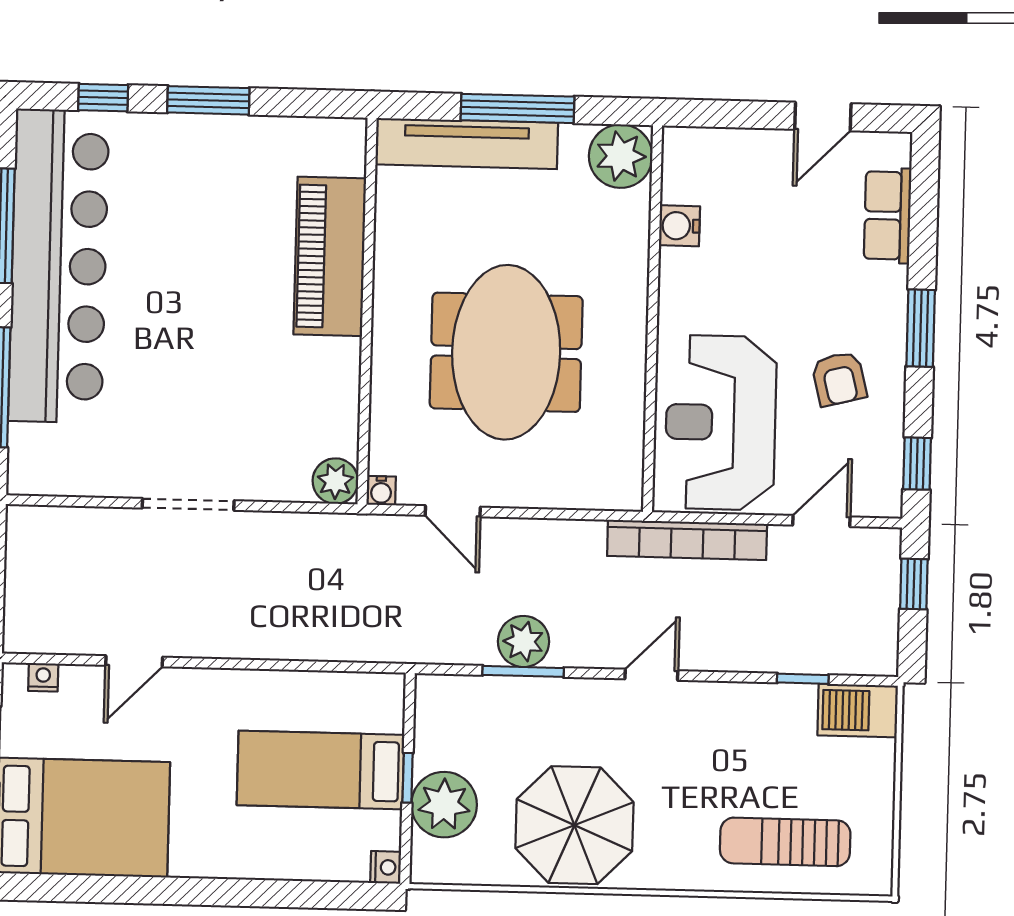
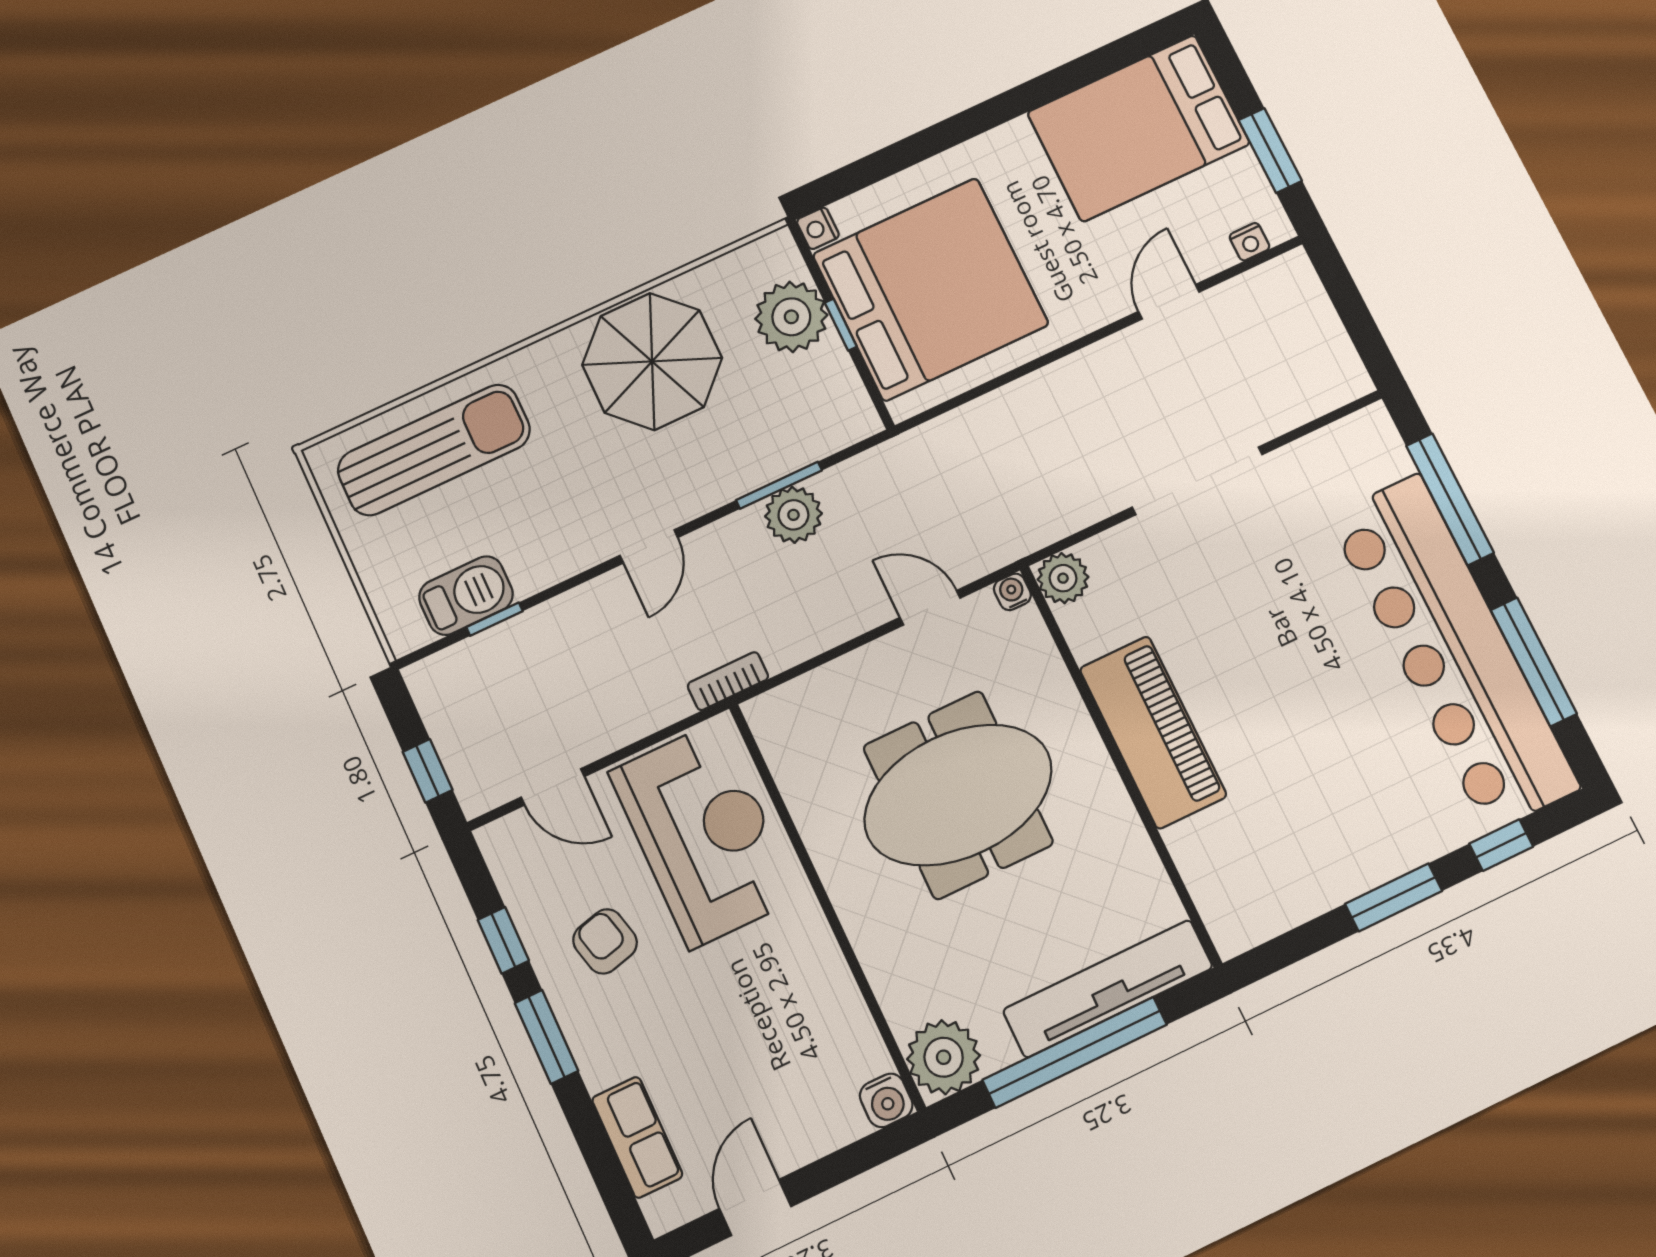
window: (517, 108) -> (1075, 1052), width x1.46
water cooler: (679, 226) -> (886, 1100), moved, turned 90
piano: (330, 256) -> (1153, 732), moved
meeting table: (506, 352) -> (958, 795), turned 90
window: (917, 464) -> (503, 940), moved
doorway: (188, 504) -> (1197, 481), width x1.36
door: (821, 521) -> (553, 787), hinge flipped
bookcase: (687, 540) -> (728, 681), width x0.43, depth x0.76
barbecue: (858, 710) -> (466, 596), moved
bed: (320, 770) -> (930, 289), width x2.04
sun lounger: (785, 842) -> (434, 450), width x1.36, depth x1.34

